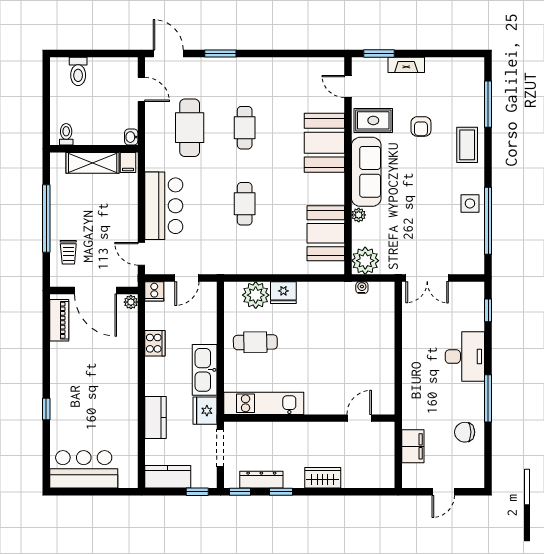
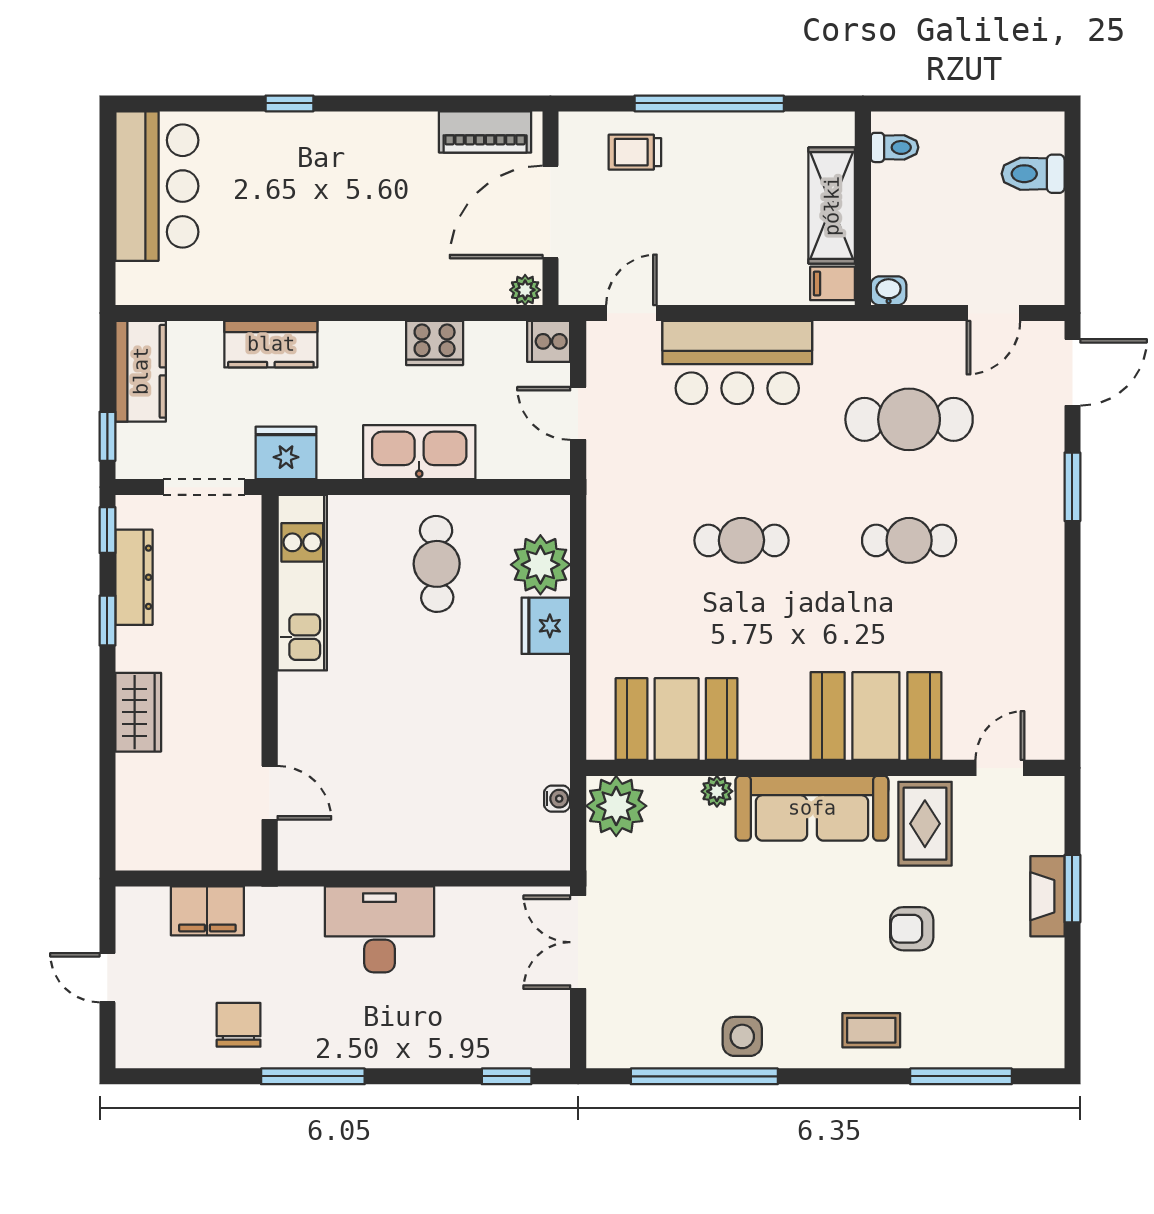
window: (379, 53) -> (1072, 889), moved
coffee table: (467, 145) -> (871, 1030), width x0.73, depth x0.77
desk: (465, 357) -> (379, 929), moved, turned 180
kitchen sink: (205, 370) -> (419, 452), moved

